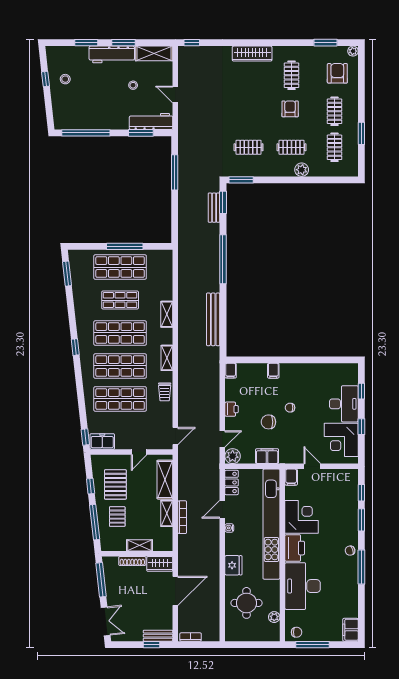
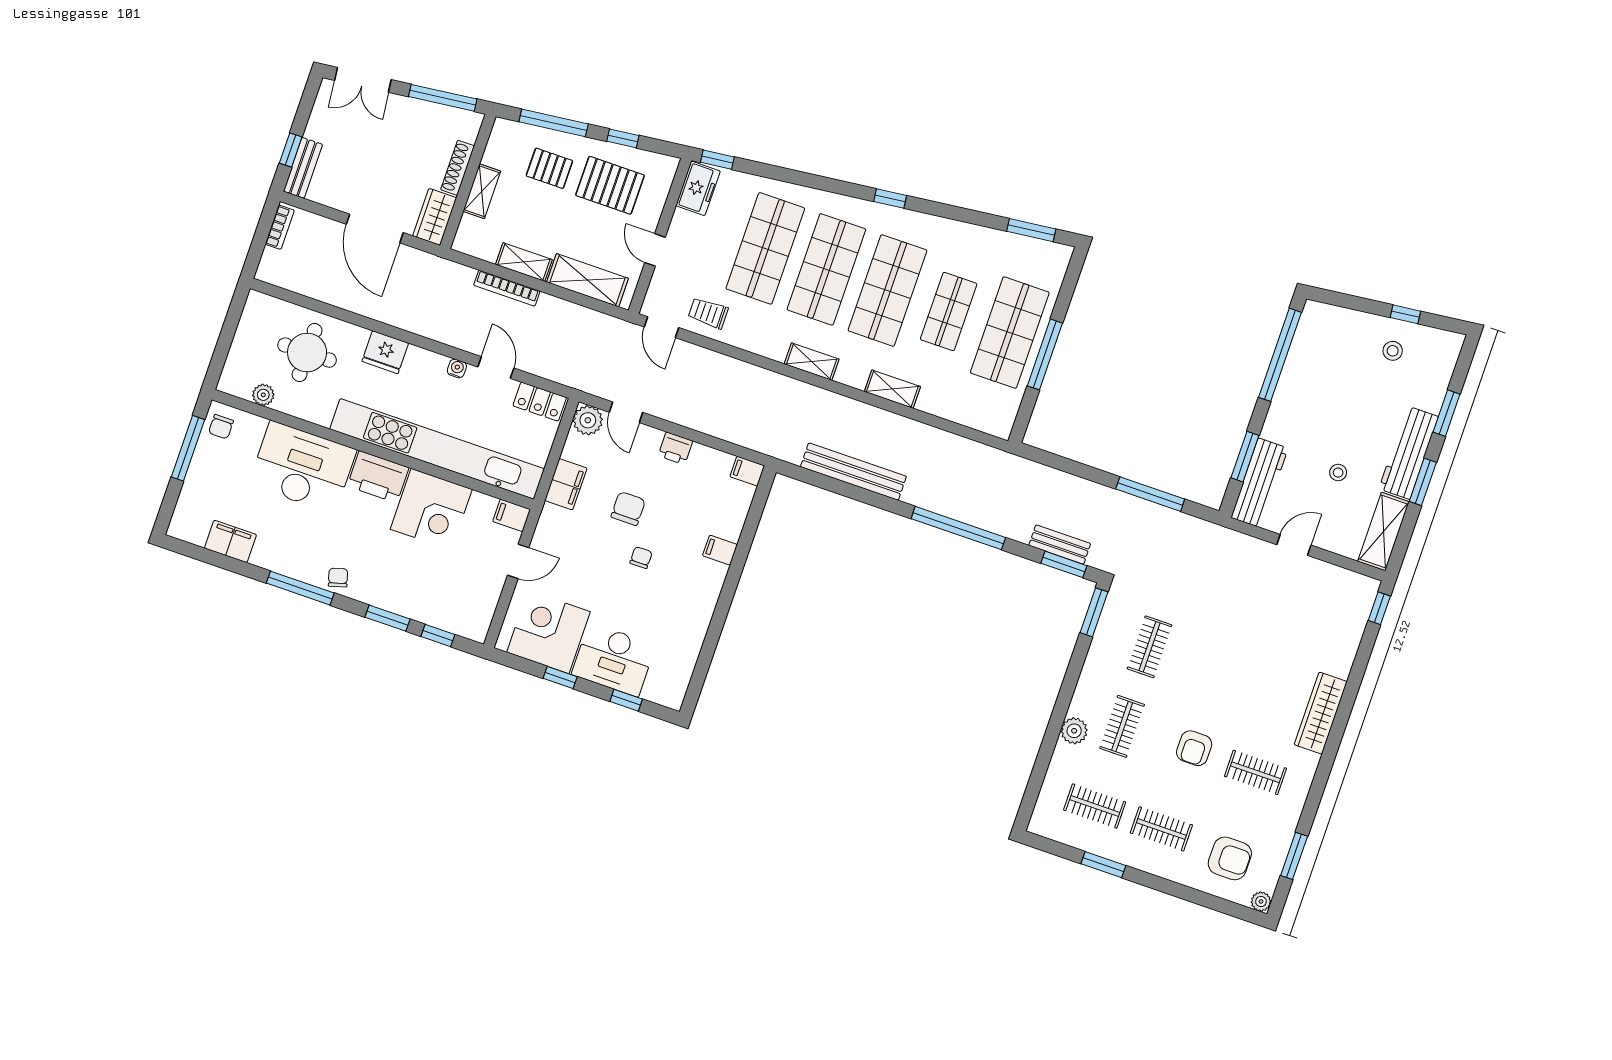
armchair: (290, 109) -> (1194, 748), turned 90
trolley: (165, 392) -> (708, 313), moved
filing cabinet: (350, 630) -> (230, 541), moved

